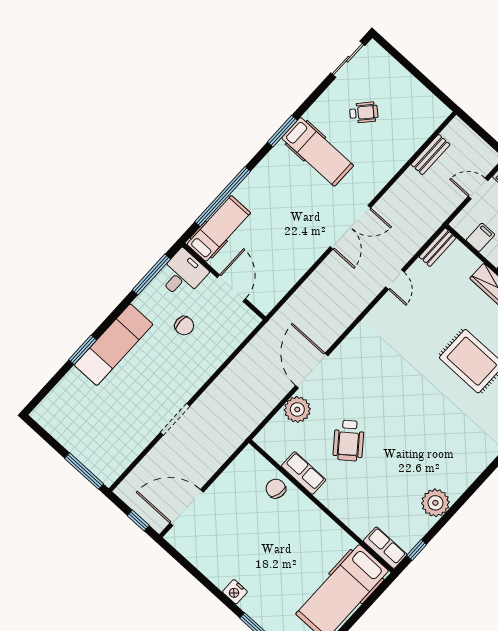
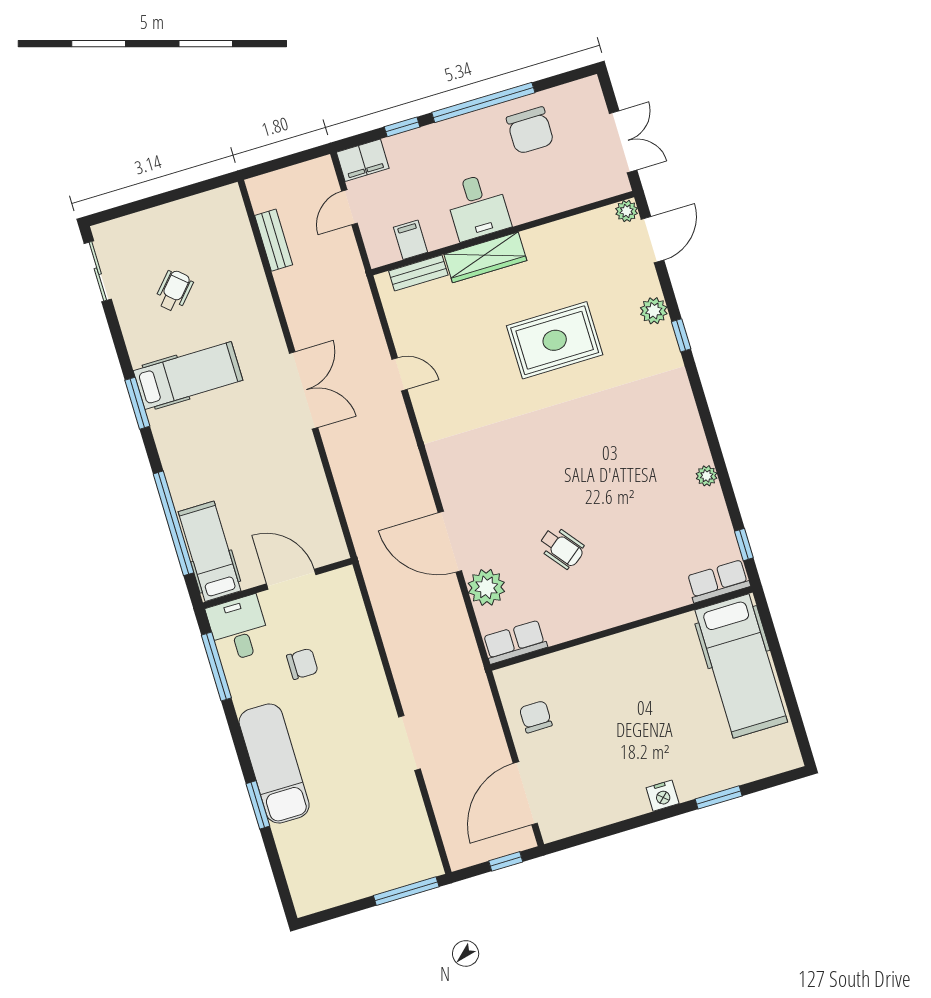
bench: (438, 247) -> (418, 273), moved, turned 90
wheelchair: (349, 440) -> (561, 548), width x0.73, depth x0.73
row of seats: (303, 473) -> (515, 642), moved
chair: (276, 489) -> (536, 717), moved, turned 77
plant: (435, 503) -> (707, 476), width x0.53, depth x0.53

